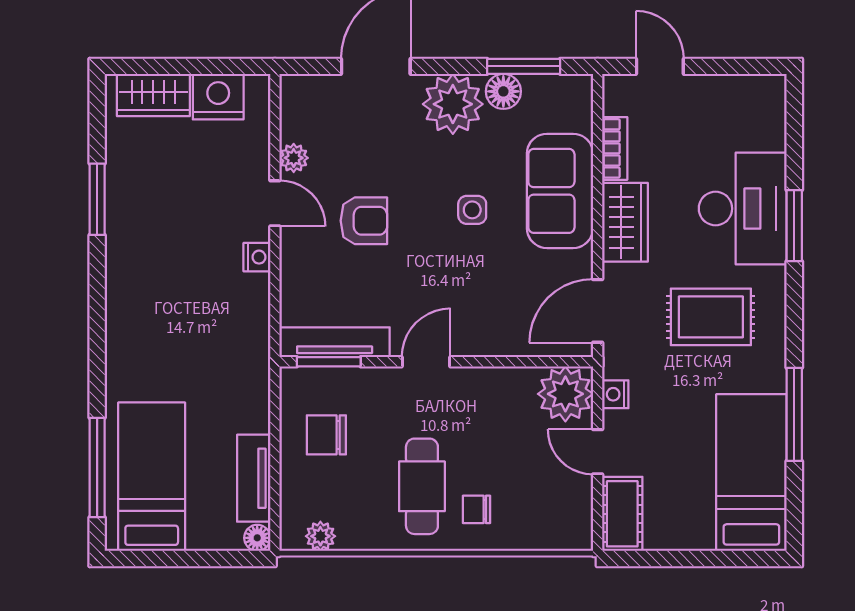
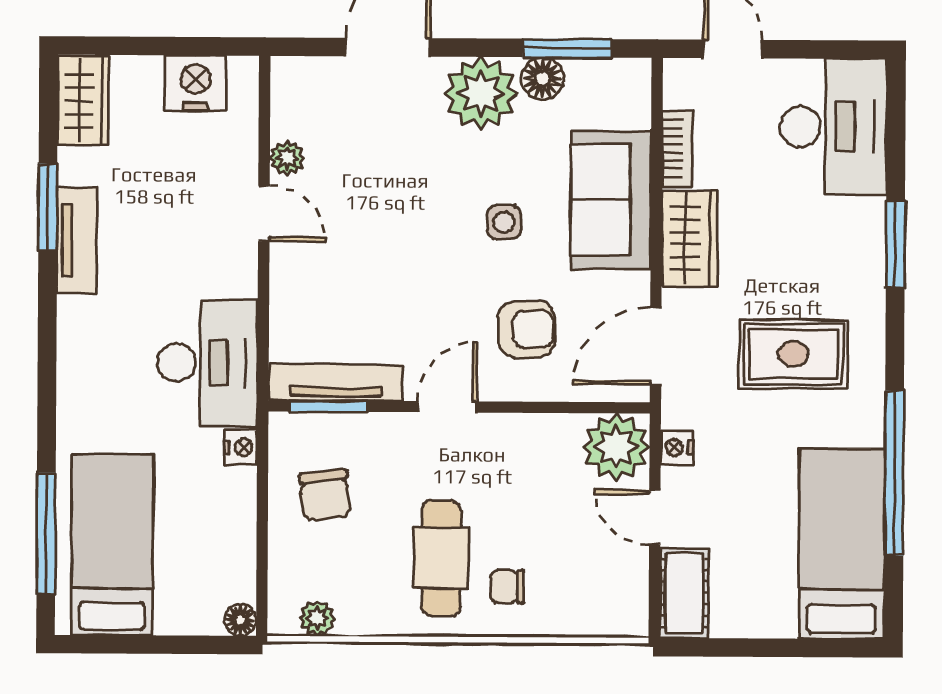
wardrobe: (153, 95) -> (83, 101), moved, turned -90
desk: (743, 209) -> (833, 127), moved
armchair: (364, 221) -> (527, 329), moved
nightstand: (257, 257) -> (241, 447), moved
desk: (229, 327) -> (208, 363), added
window: (794, 414) -> (894, 473), width x1.46
chair: (326, 435) -> (325, 495), turned -96
tv unit: (254, 478) -> (77, 241), moved, turned 180

